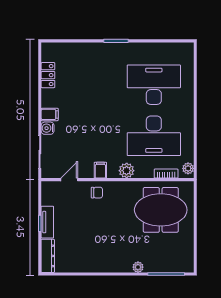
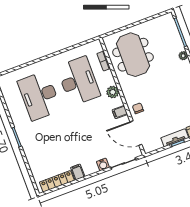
locker: (48, 75) -> (57, 181), width x1.53
filing cabinet: (50, 114) -> (78, 172), moved
plant: (188, 168) -> (93, 46), removed
door: (69, 180) -> (136, 133), width x1.88

